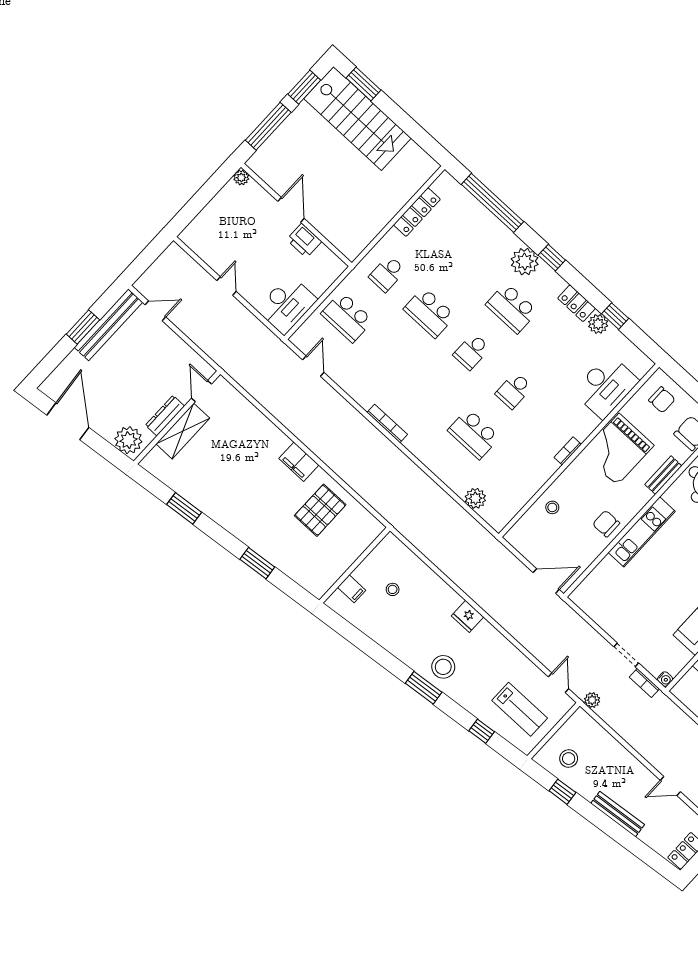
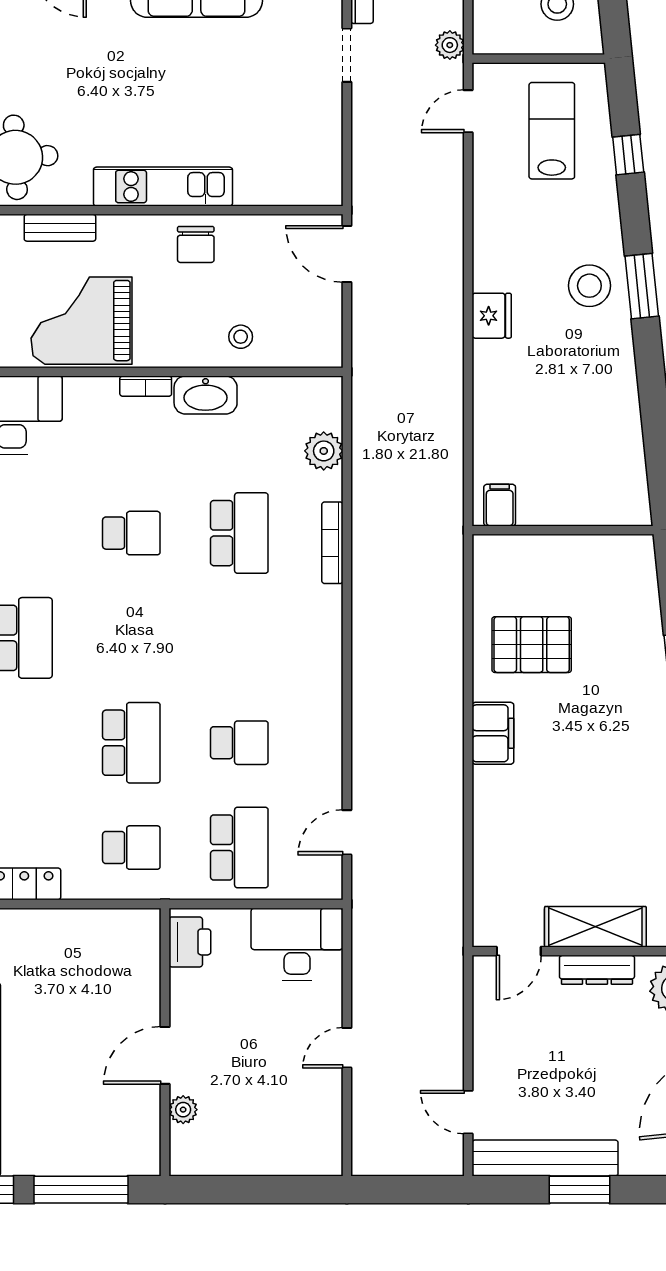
plant: (241, 178) -> (183, 1110), moved
printer: (304, 241) -> (190, 942), moved
school desk: (472, 351) -> (239, 743), moved
bookcase: (387, 423) -> (332, 543), moved
grand piano: (618, 449) -> (82, 321), turned 180
washbasin: (542, 472) -> (206, 395), added
filing cabinet: (352, 589) -> (500, 505), moved
stool: (393, 589) -> (548, 449), removed

